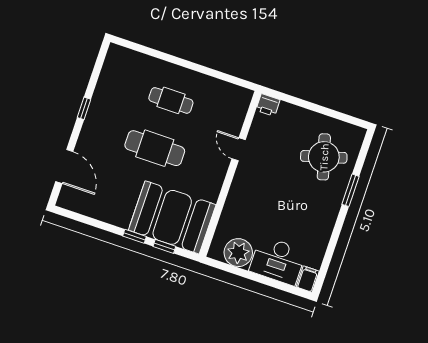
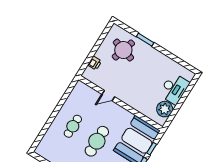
printer: (268, 105) -> (95, 63), moved
round table: (324, 157) -> (123, 50), turned 33
filing cabinet: (308, 279) -> (188, 75), removed

